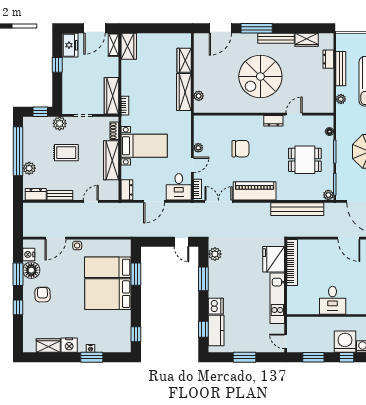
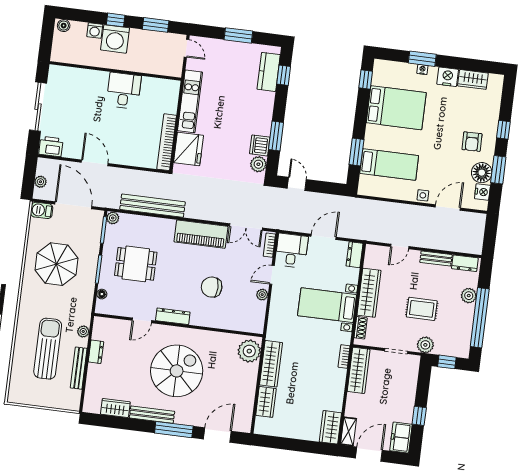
dresser: (328, 59) -> (96, 352), moved
plant: (199, 96) -> (249, 351), width x1.87, depth x1.87
dresser: (273, 121) -> (173, 316), width x1.44
bed: (108, 294) -> (396, 108), moved
dishwasher: (216, 306) -> (260, 145), moved

